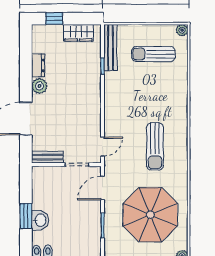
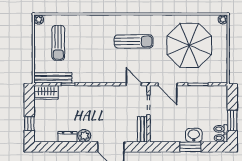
wardrobe: (78, 33) -> (46, 92), moved, turned 90

